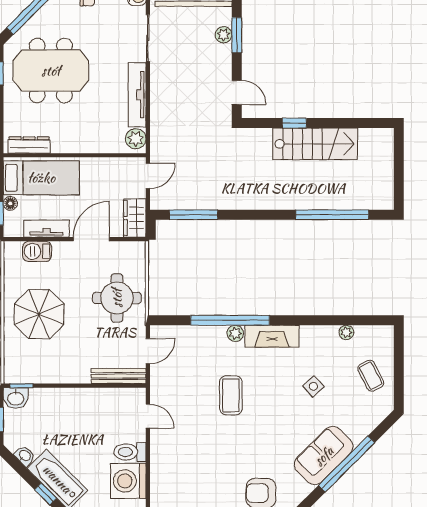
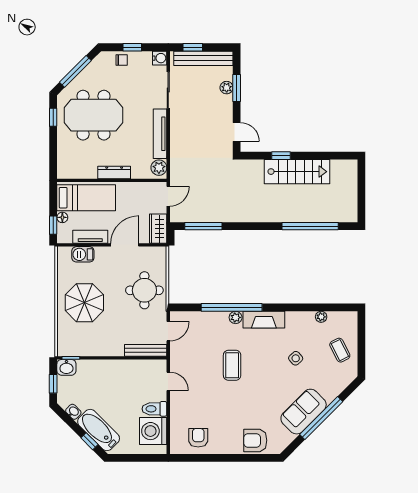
dresser: (29, 145) -> (114, 172), moved
armchair: (187, 489) -> (198, 438), added

